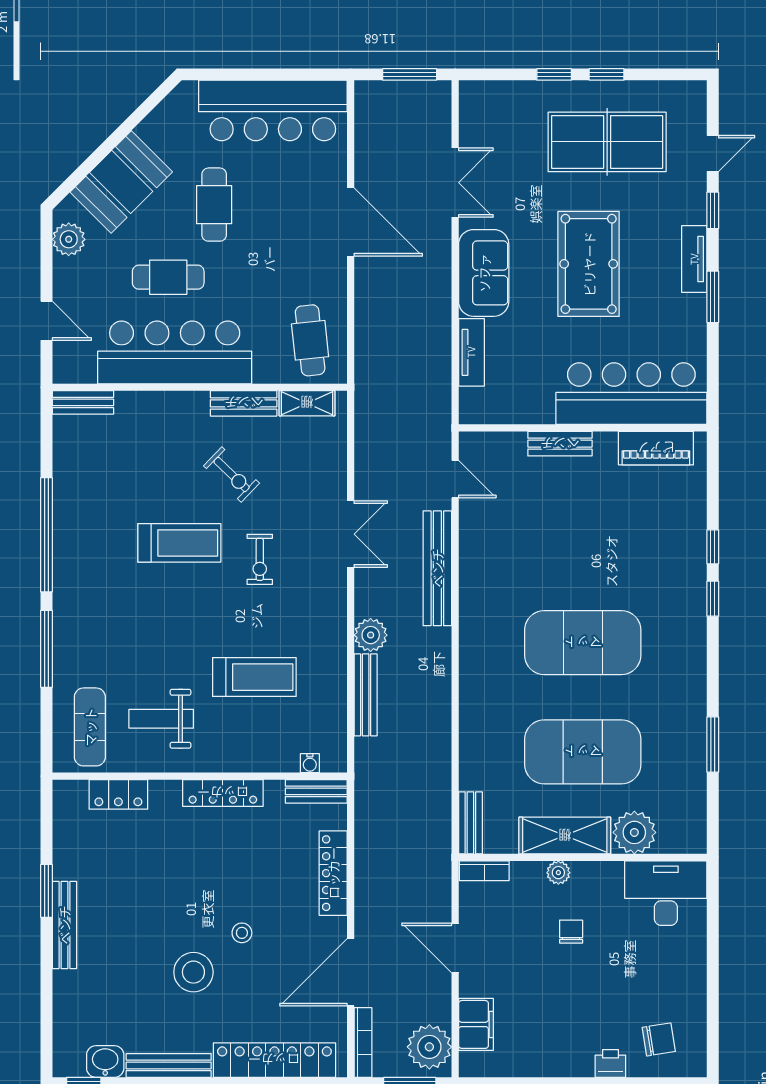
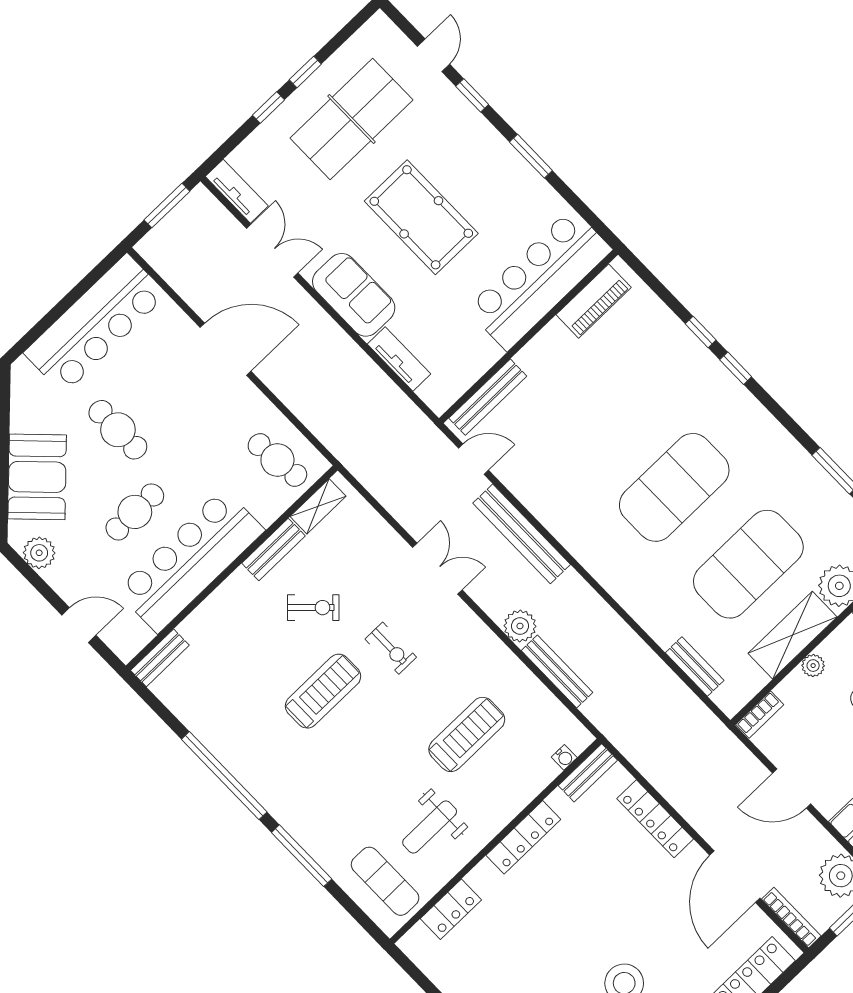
tv unit: (694, 259) -> (237, 191), moved, turned 180
bench: (560, 444) -> (488, 397), moved, width x1.36
bench: (470, 823) -> (695, 667), moved
stool: (242, 933) -> (632, 923), removed

